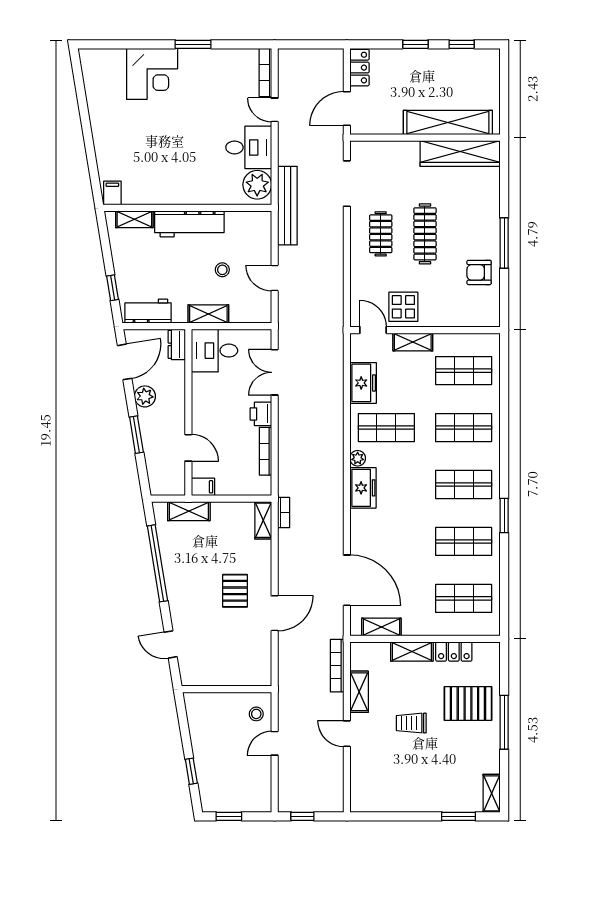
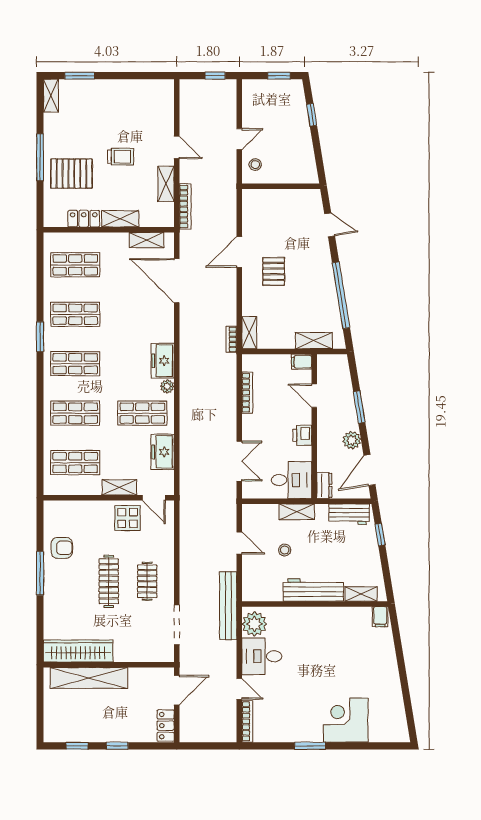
printer: (261, 414) -> (302, 435), moved, turned 180

